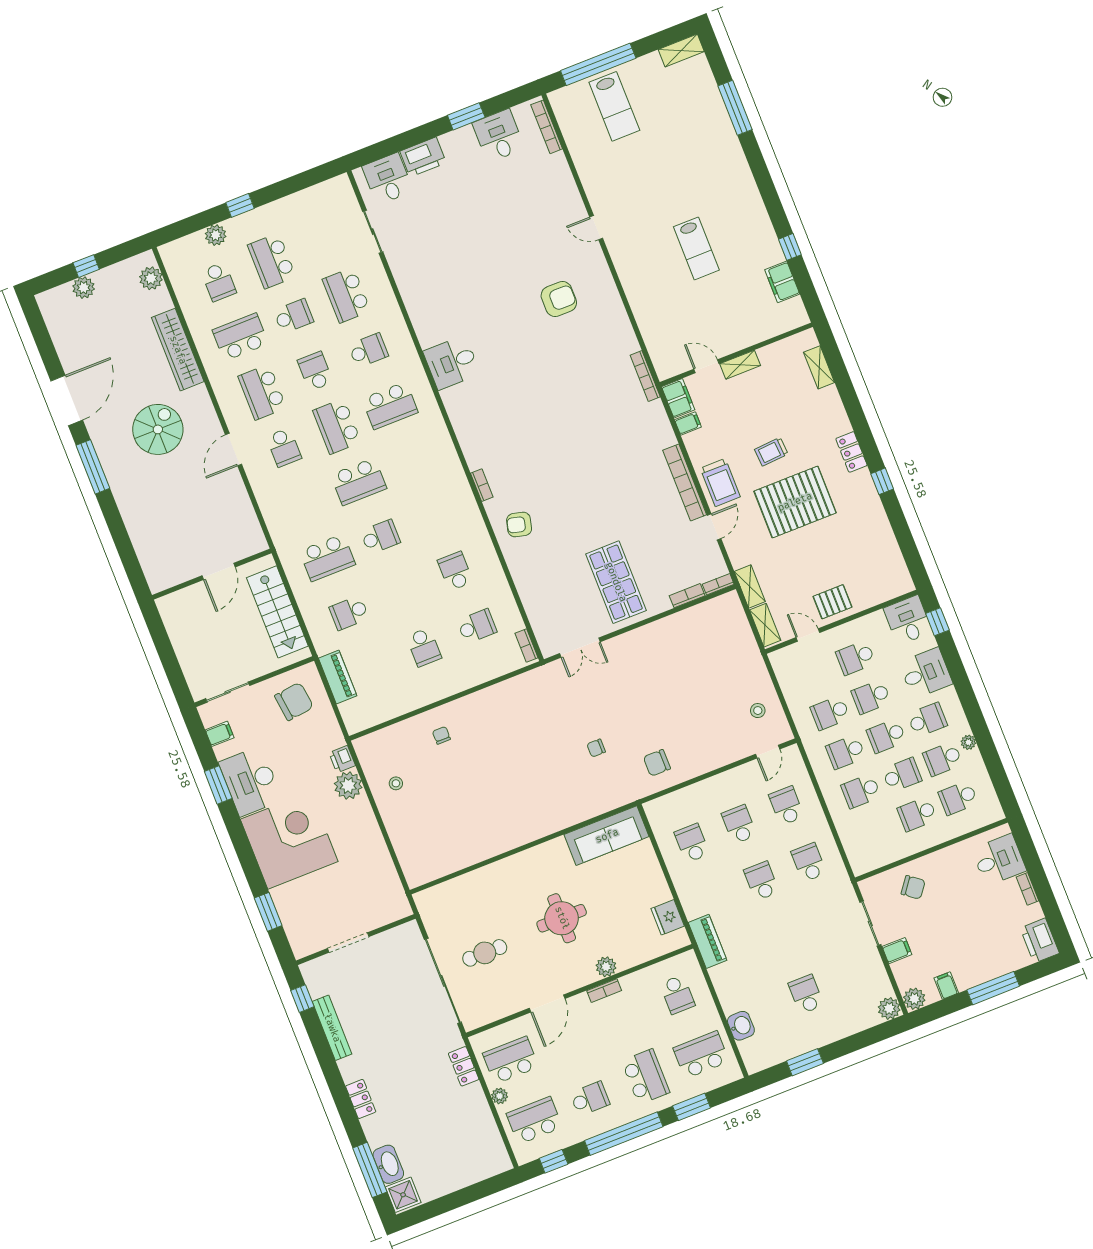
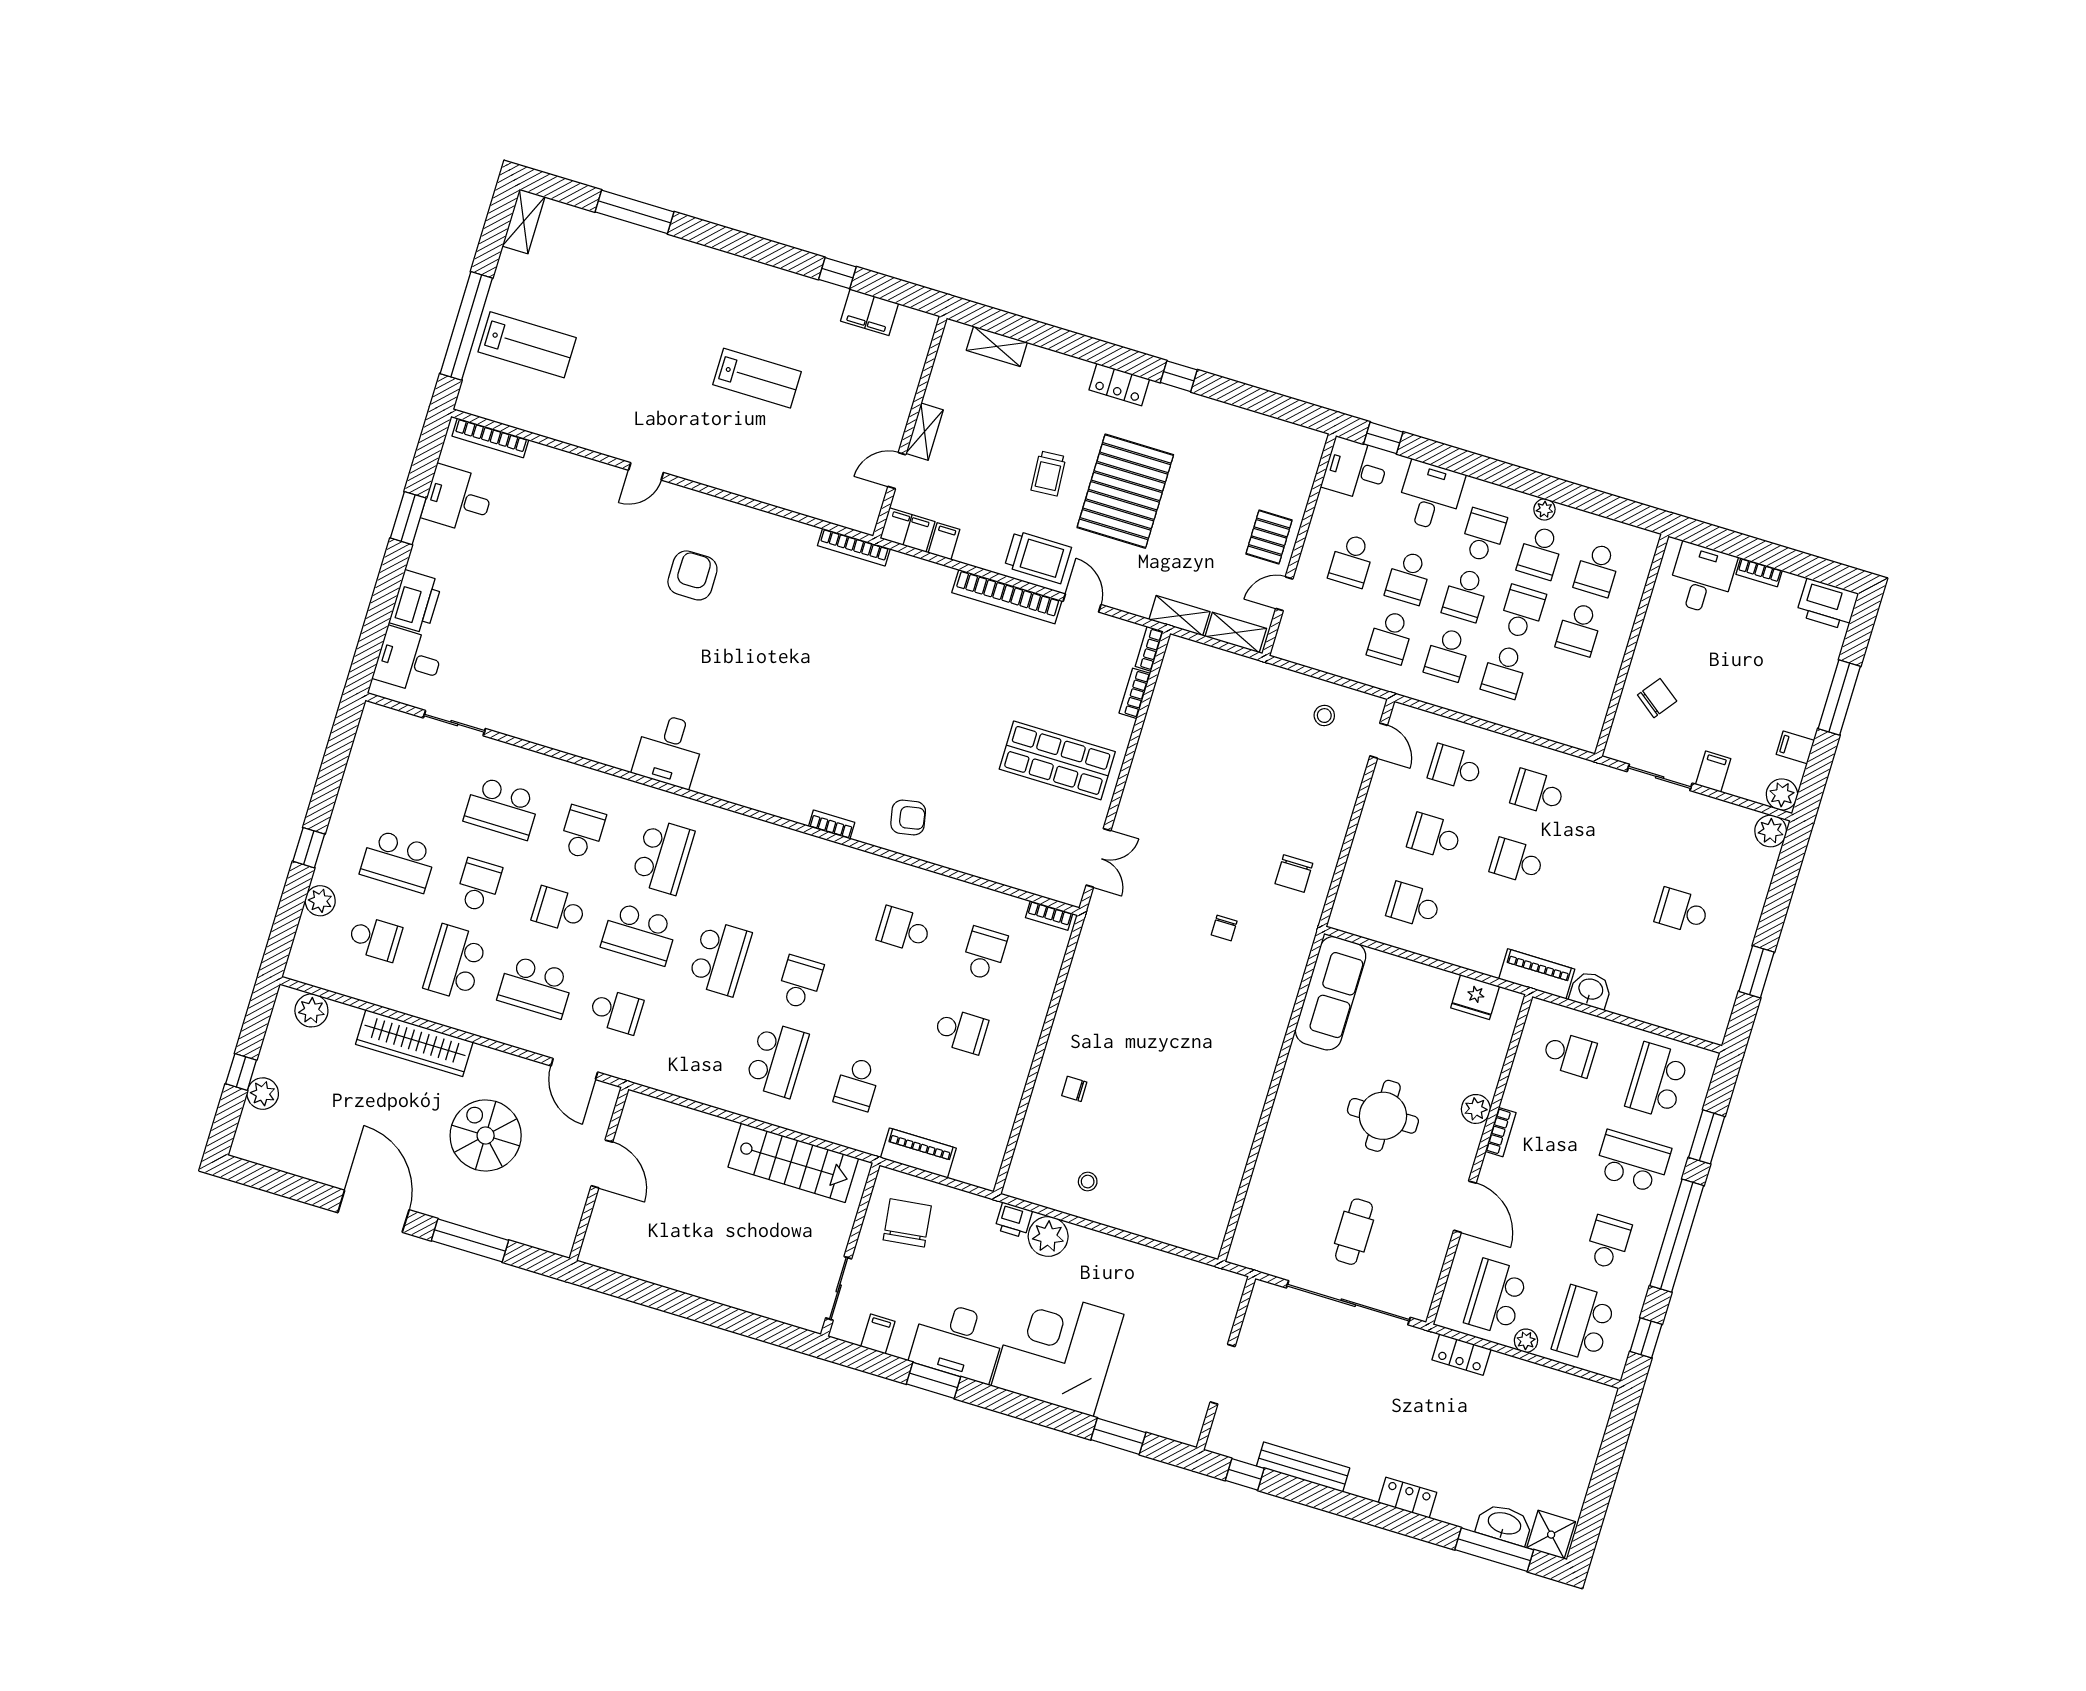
armchair: (519, 524) -> (908, 818), turned -115
door: (219, 571) -> (602, 1164), moved
wall: (212, 574) -> (599, 1174), moved
washbasin: (741, 1026) -> (1591, 990), moved

